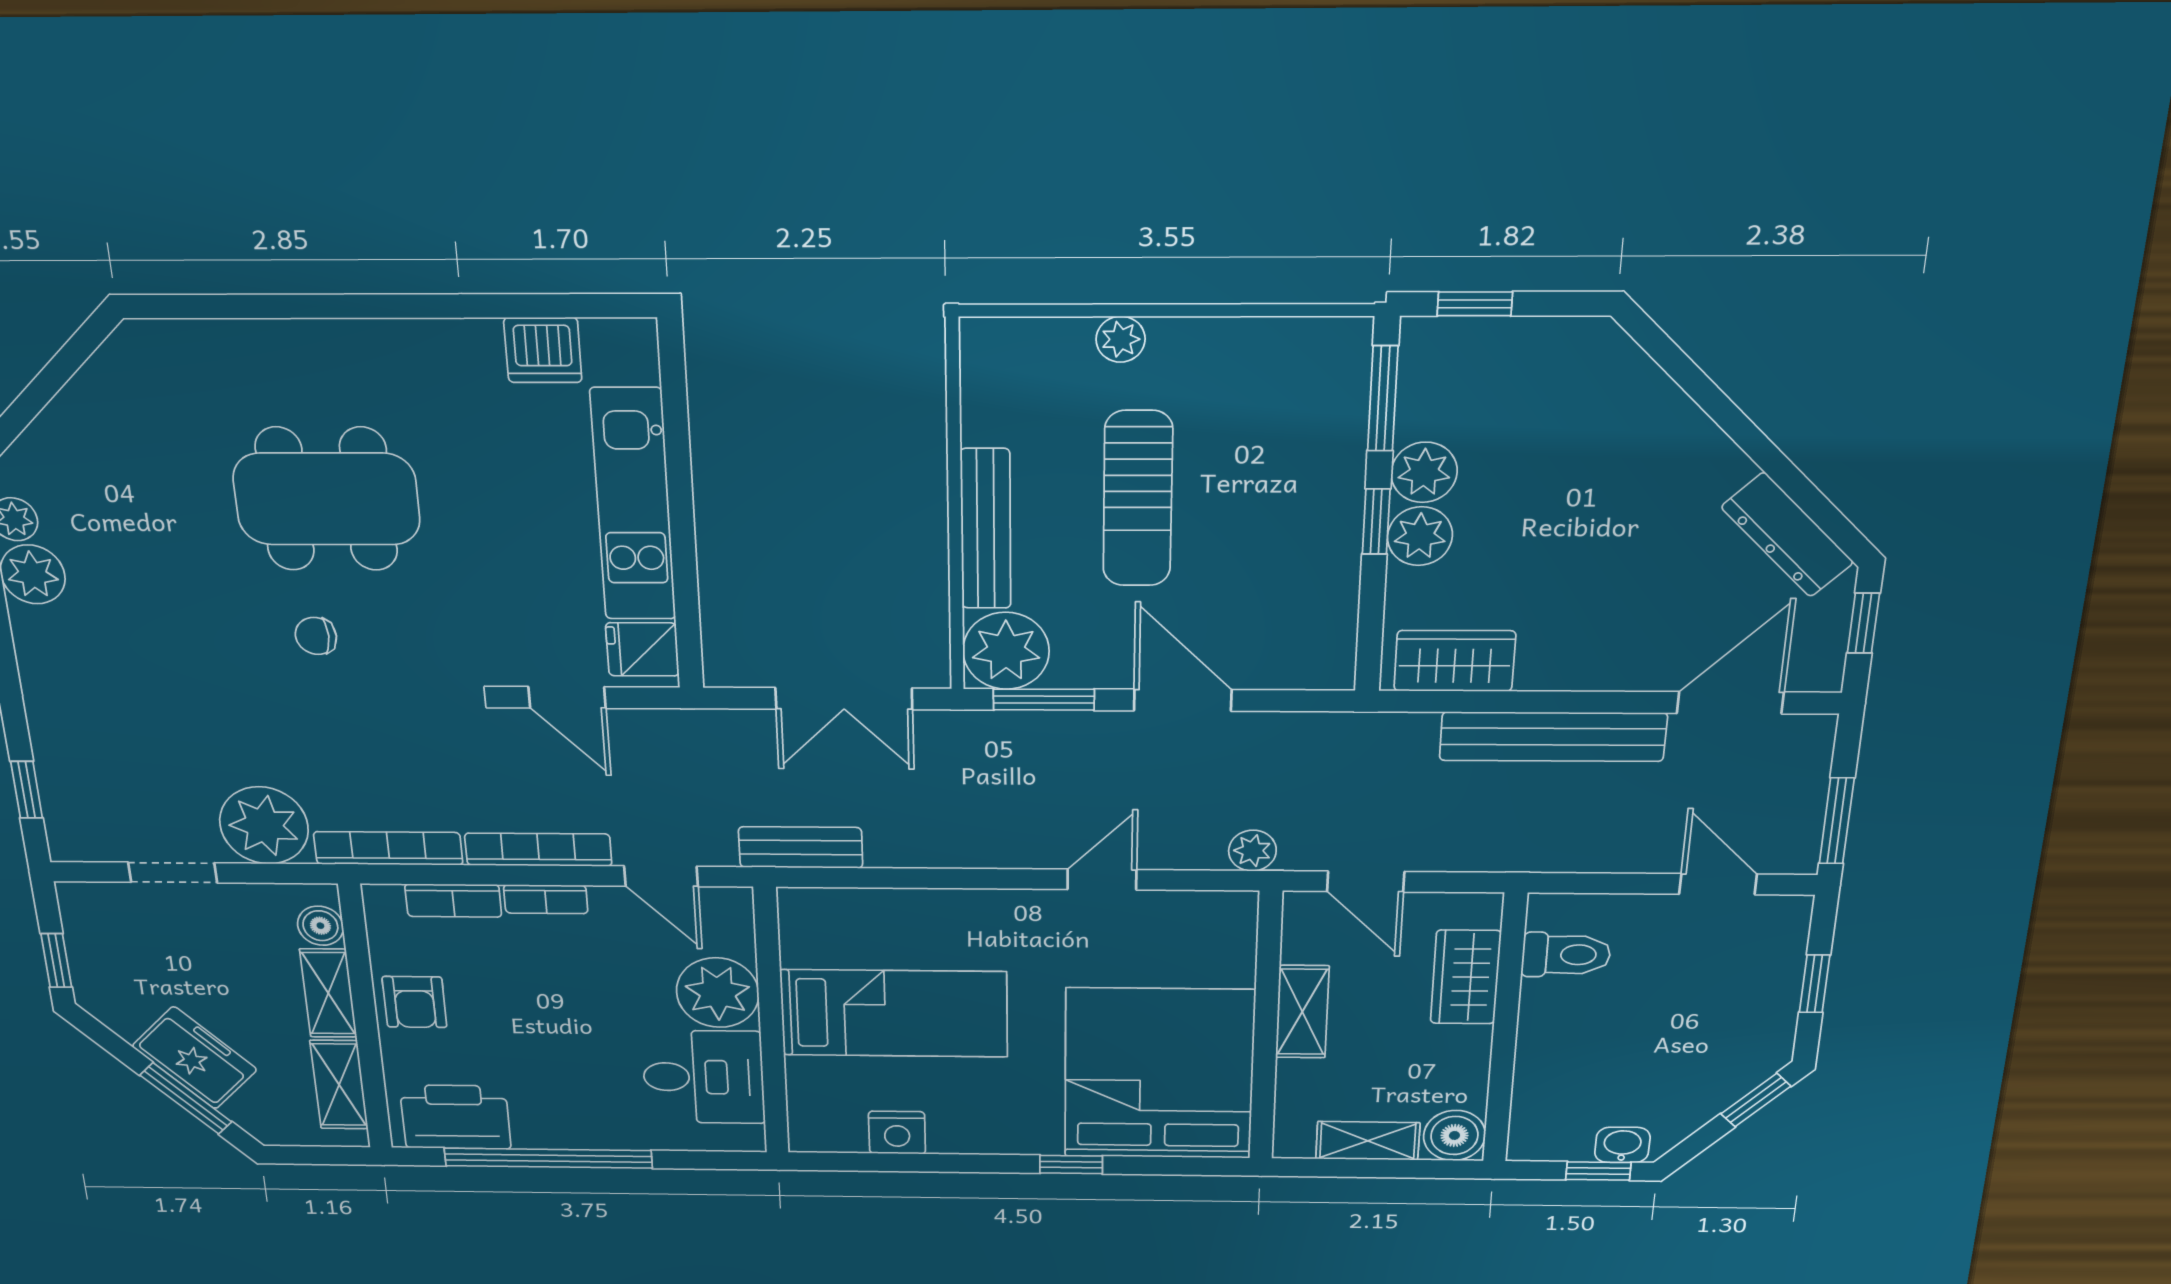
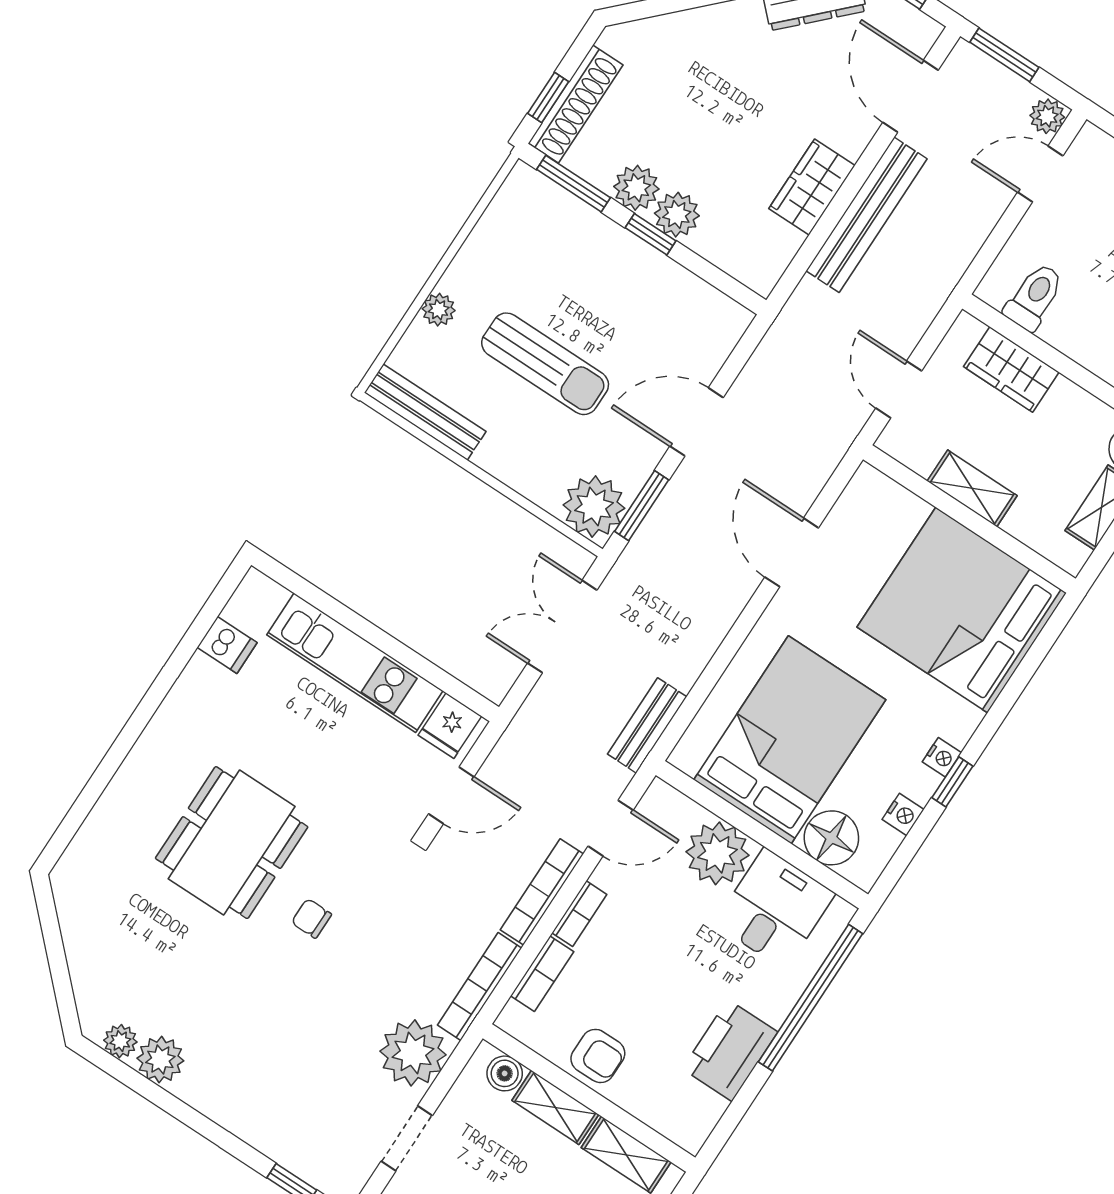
shoe rack: (1487, 341) -> (576, 104), added
dishwasher: (543, 350) -> (227, 645), width x0.73
bench: (986, 529) -> (425, 412), moved
chair: (316, 636) -> (311, 918), turned 90
wardrobe: (1455, 661) -> (812, 187), moved
double door: (844, 699) -> (562, 627), swing flipped
window: (1837, 821) -> (1004, 55), moved
plant: (1252, 851) -> (1047, 116), moved
door: (1102, 880) -> (792, 552), width x1.38
door: (1366, 882) -> (899, 389), swing flipped
bed: (894, 1013) -> (790, 740), width x1.50
floor lamp: (820, 1088) -> (831, 838), added
printer: (455, 1117) -> (730, 1050), moved
nightstand: (897, 1133) -> (903, 814), width x0.72, depth x0.74
nightstand: (986, 1140) -> (942, 757), added
window: (548, 1158) -> (811, 998), moved
window: (1071, 1165) -> (952, 782), moved

